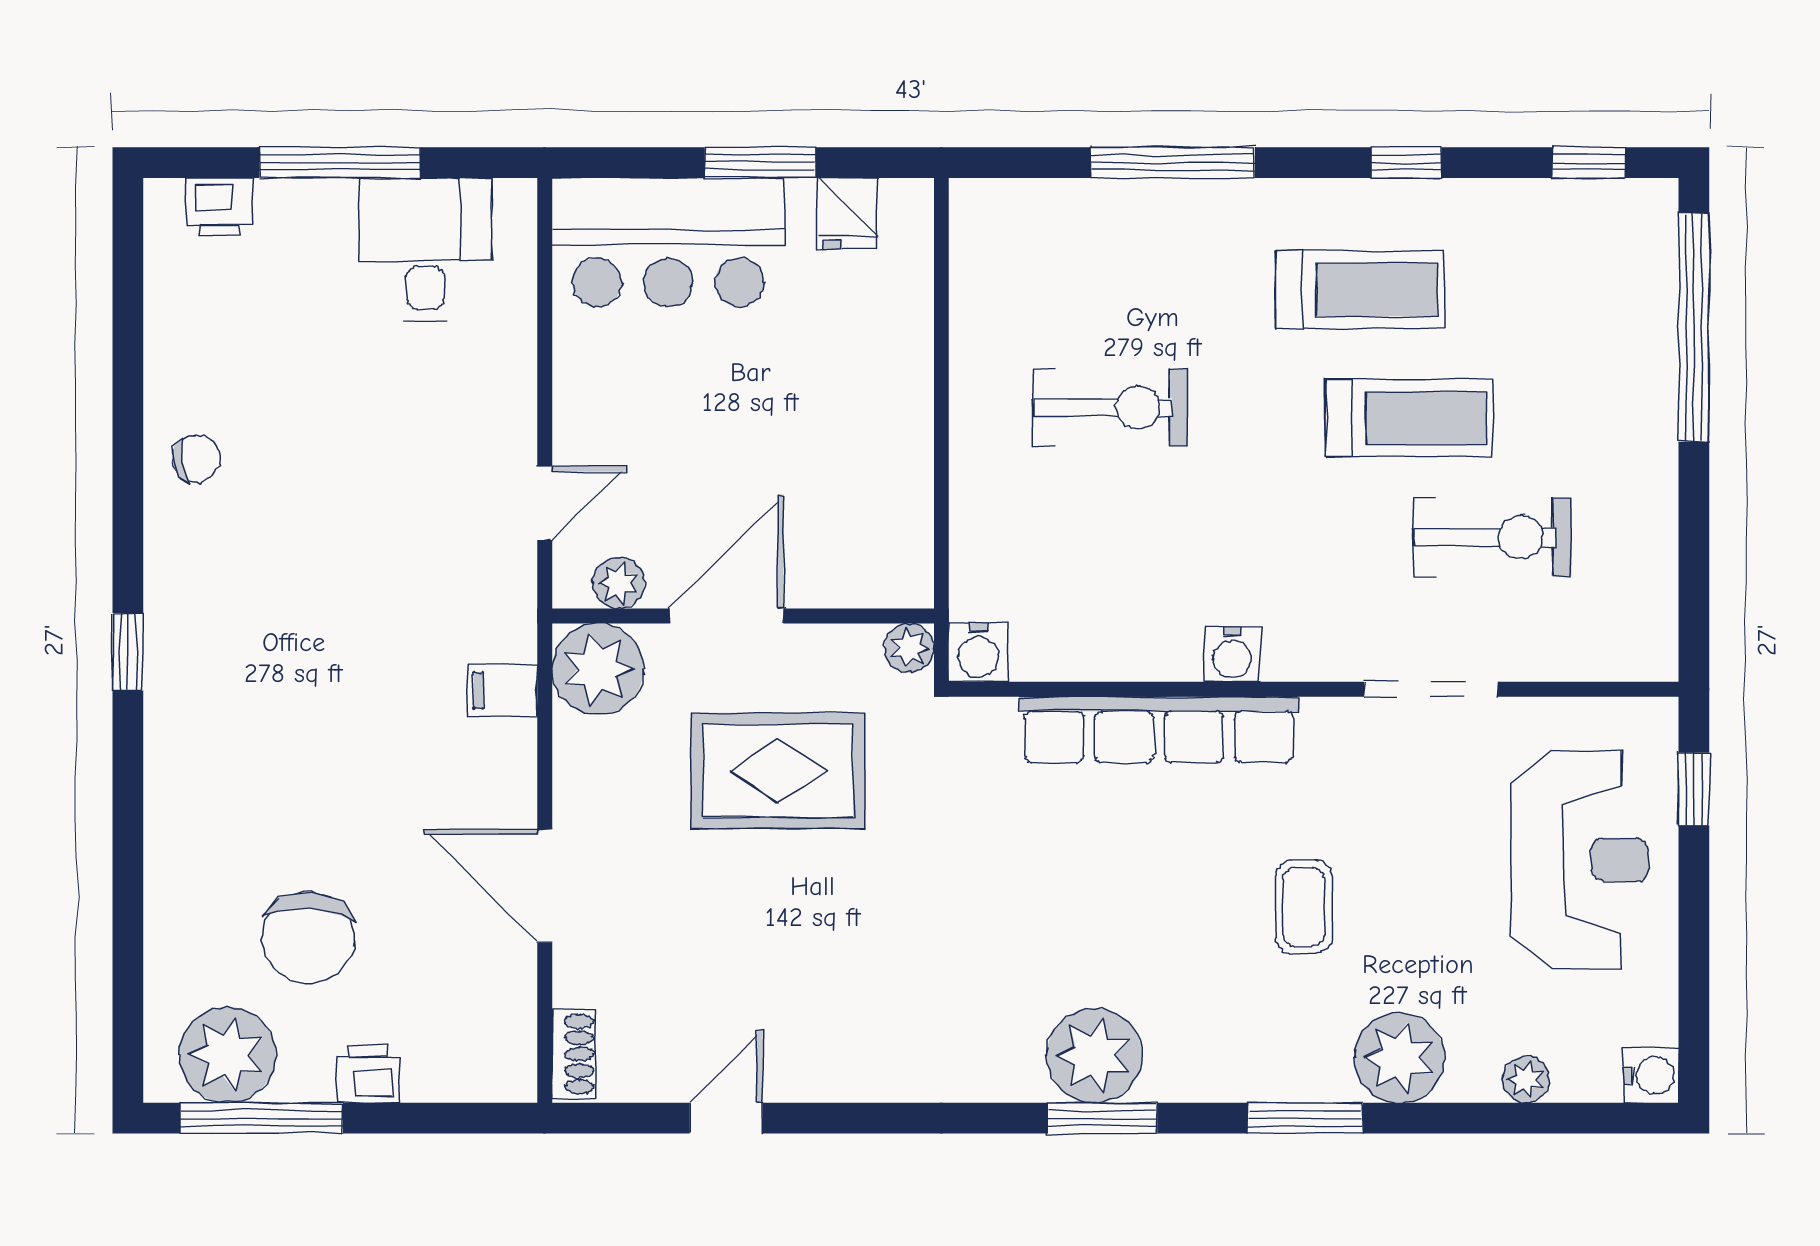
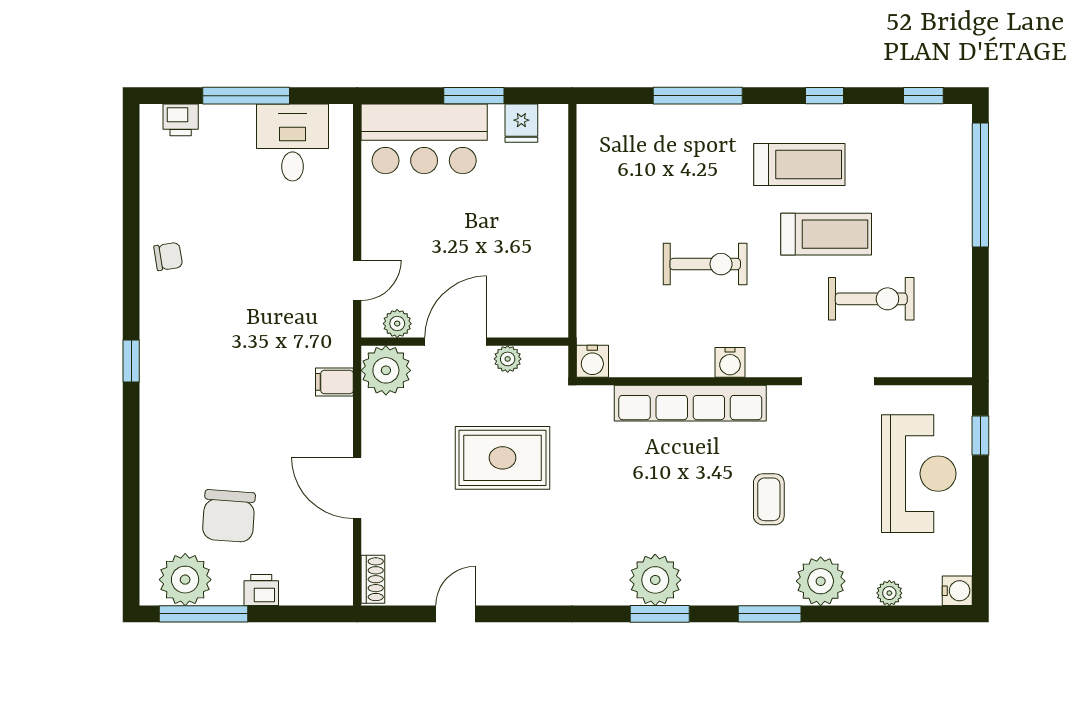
exercise bike: (1110, 408) -> (705, 264), moved
plant: (909, 648) -> (508, 359), moved
rug: (778, 771) -> (503, 458), moved

